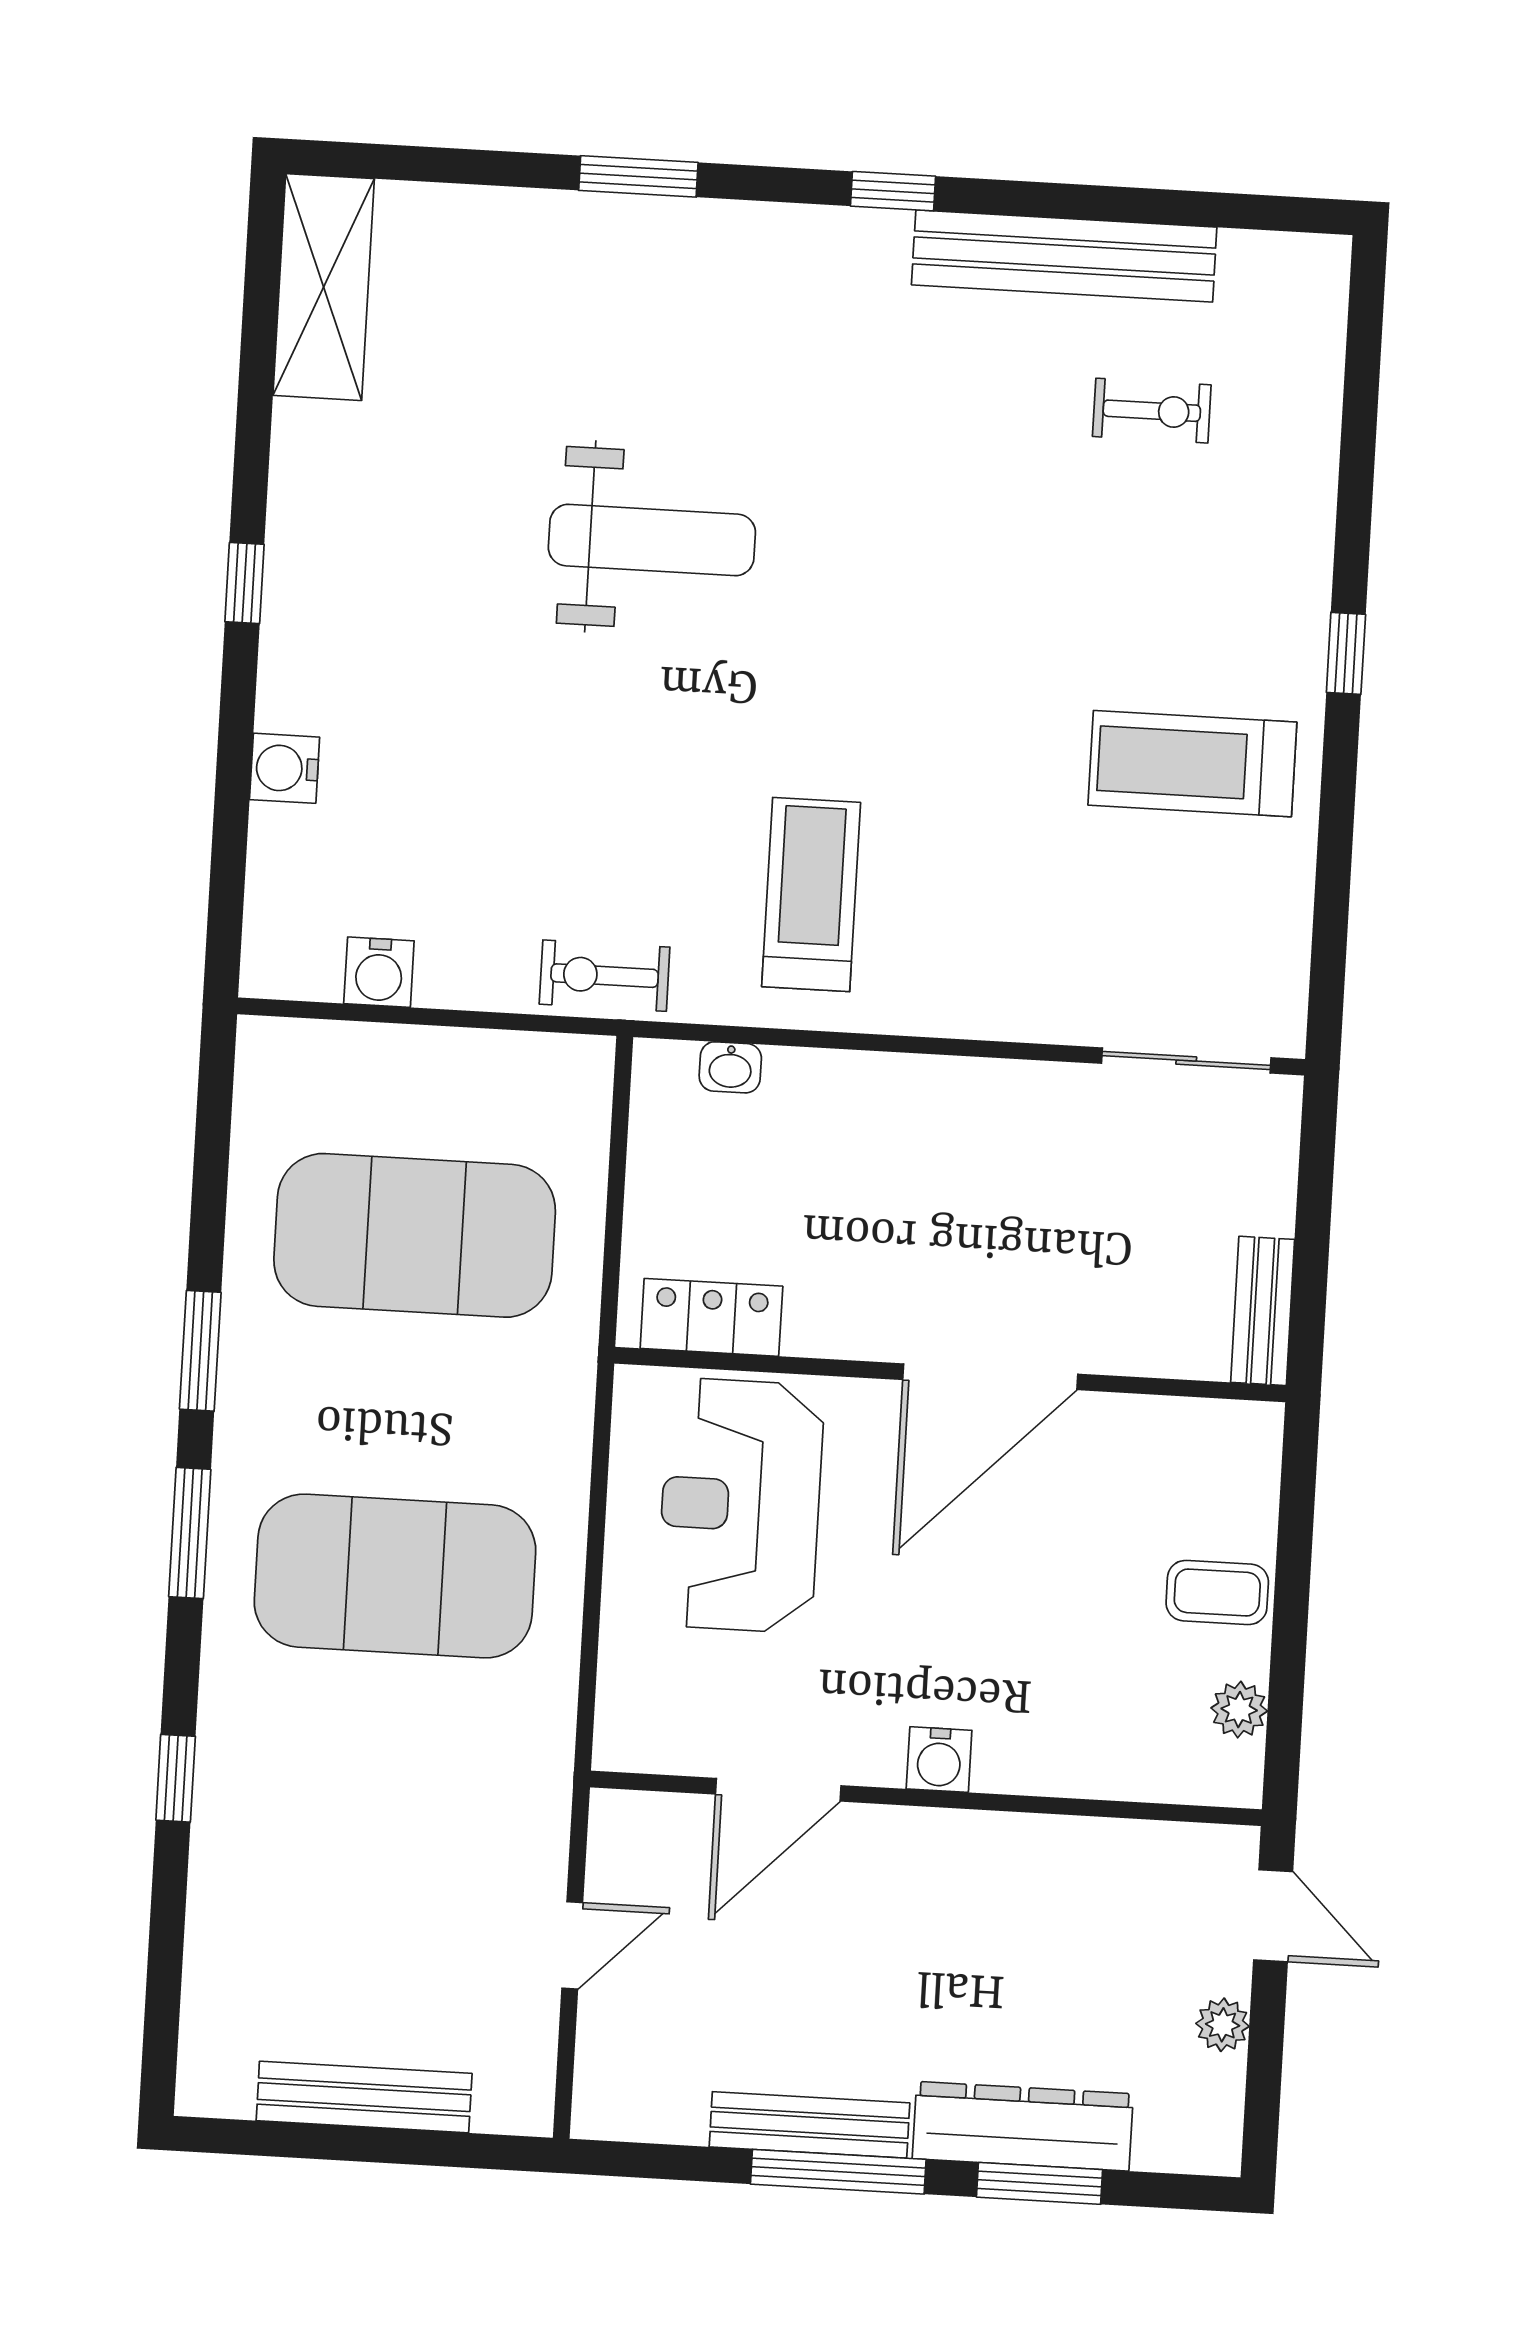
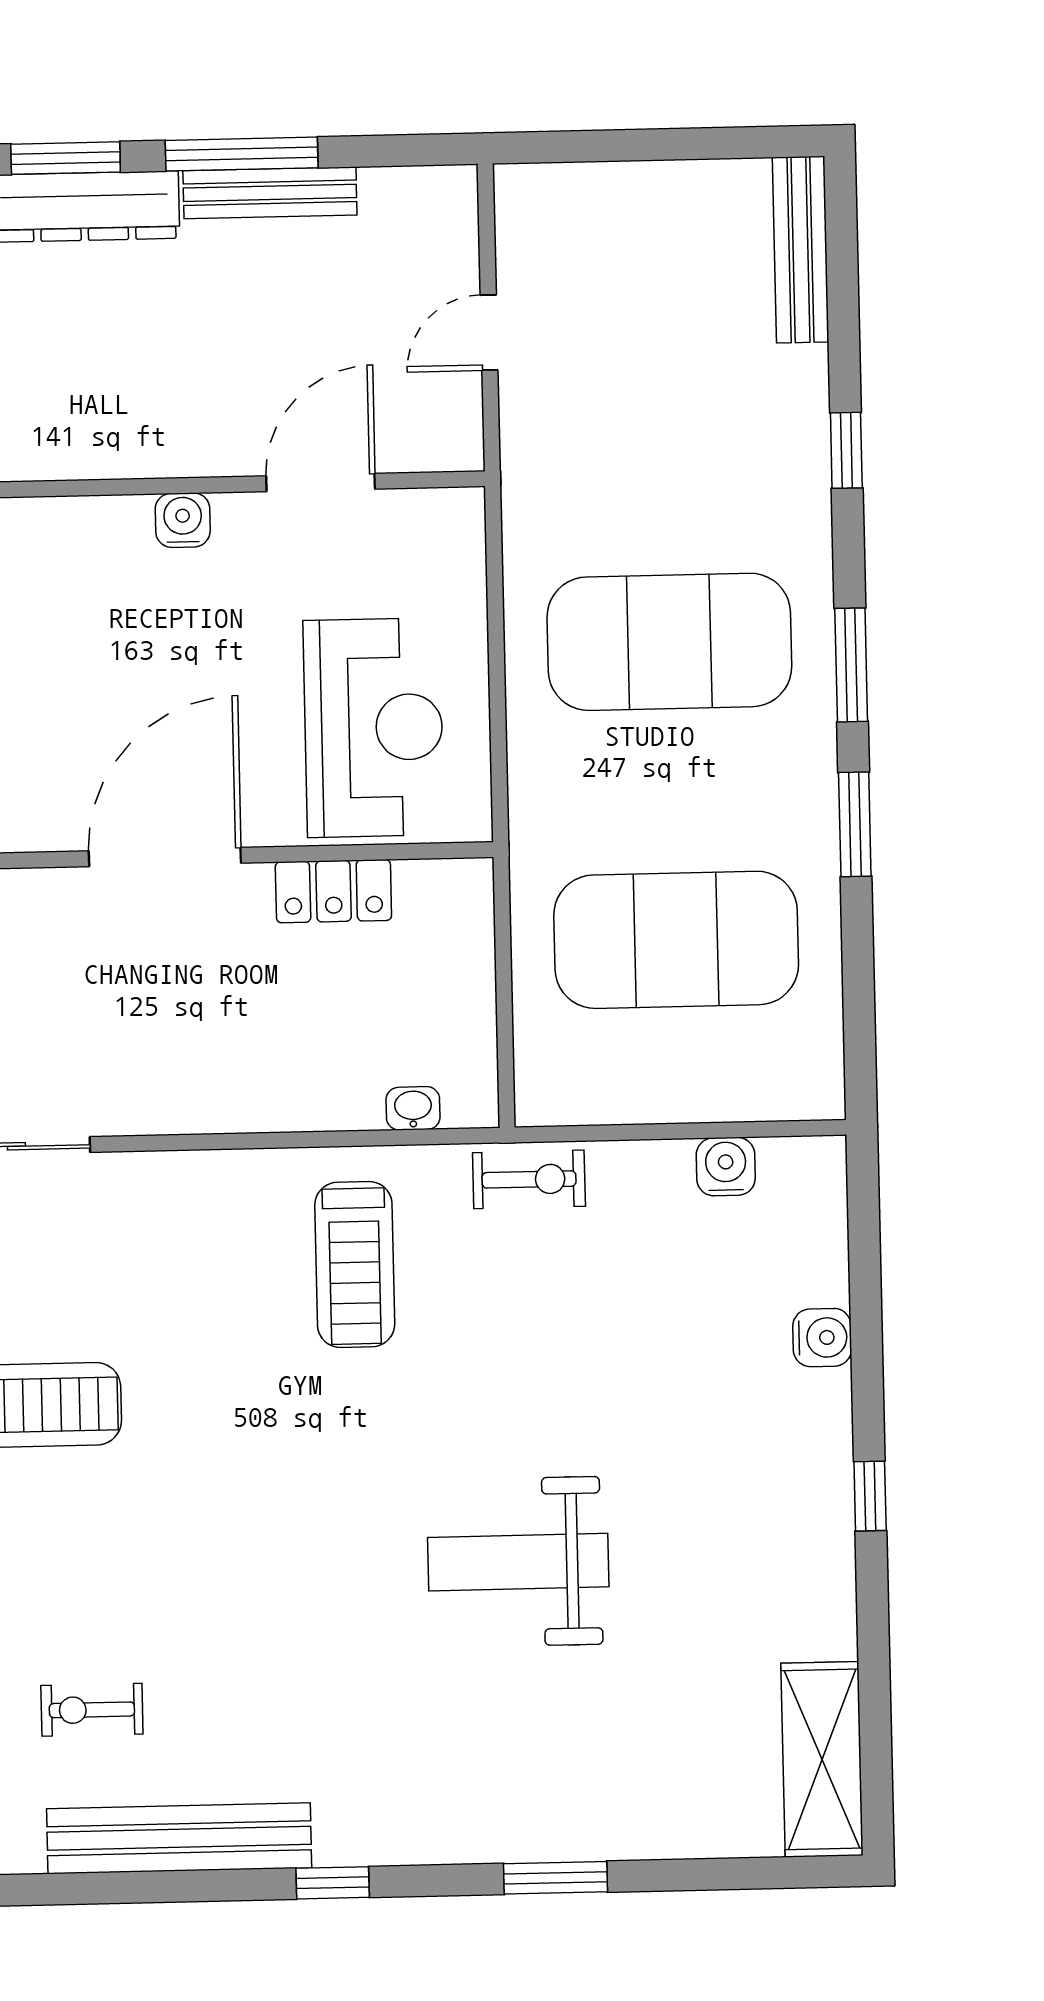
locker: (711, 1317) -> (333, 891), moved
bench: (364, 2097) -> (800, 250), moved, turned 90

